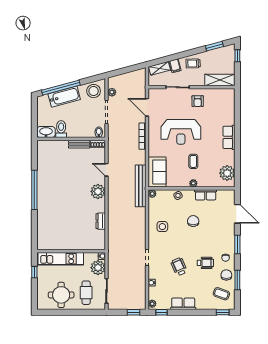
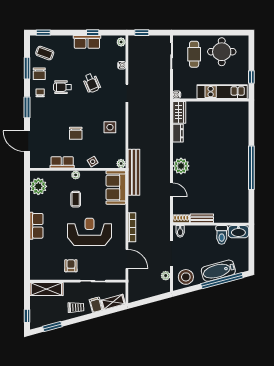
wardrobe: (100, 240) -> (179, 112), added
plant: (98, 268) -> (181, 82), removed
window: (161, 312) -> (93, 33), moved

